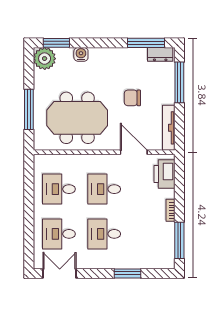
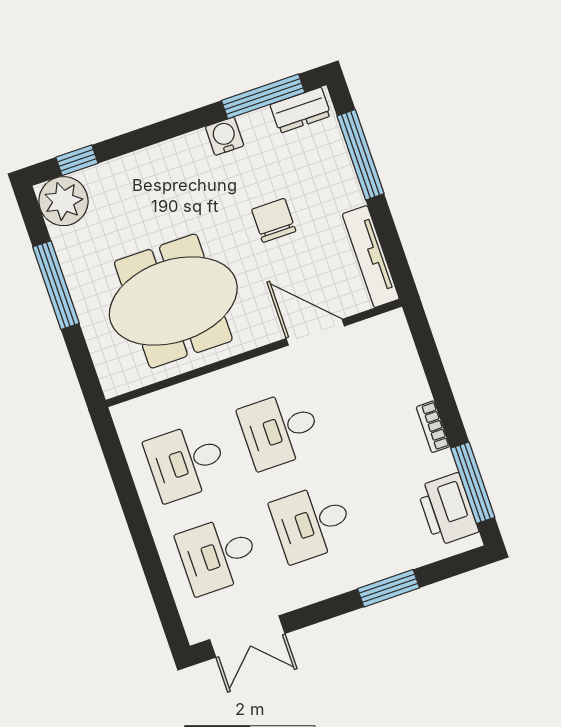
window: (56, 43) -> (77, 160), width x0.67
water cooler: (81, 54) -> (225, 136), moved
chair: (132, 98) -> (274, 220), turned 90
window: (29, 109) -> (56, 285), moved
printer: (165, 174) -> (447, 509), moved
double door: (60, 273) -> (247, 637), swing flipped

